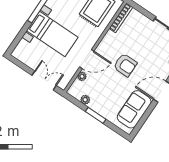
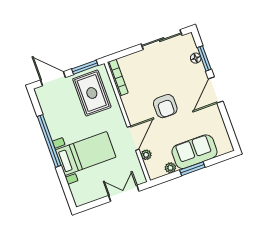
armchair: (125, 65) -> (165, 106), turned 90
sofa: (134, 109) -> (194, 152), moved, turned 90

